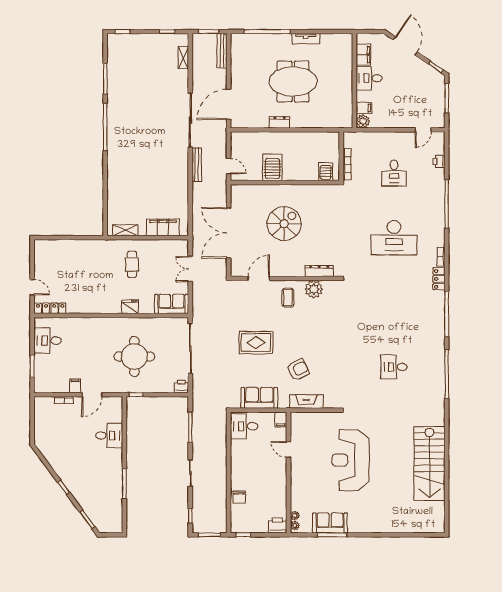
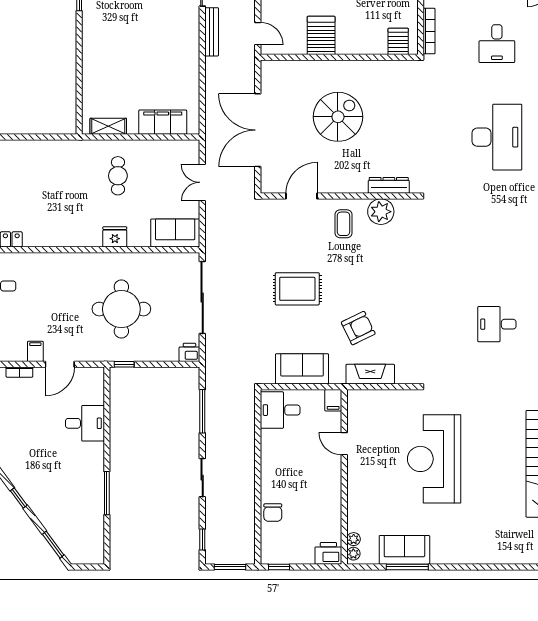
desk: (394, 238) -> (497, 137), turned -90

